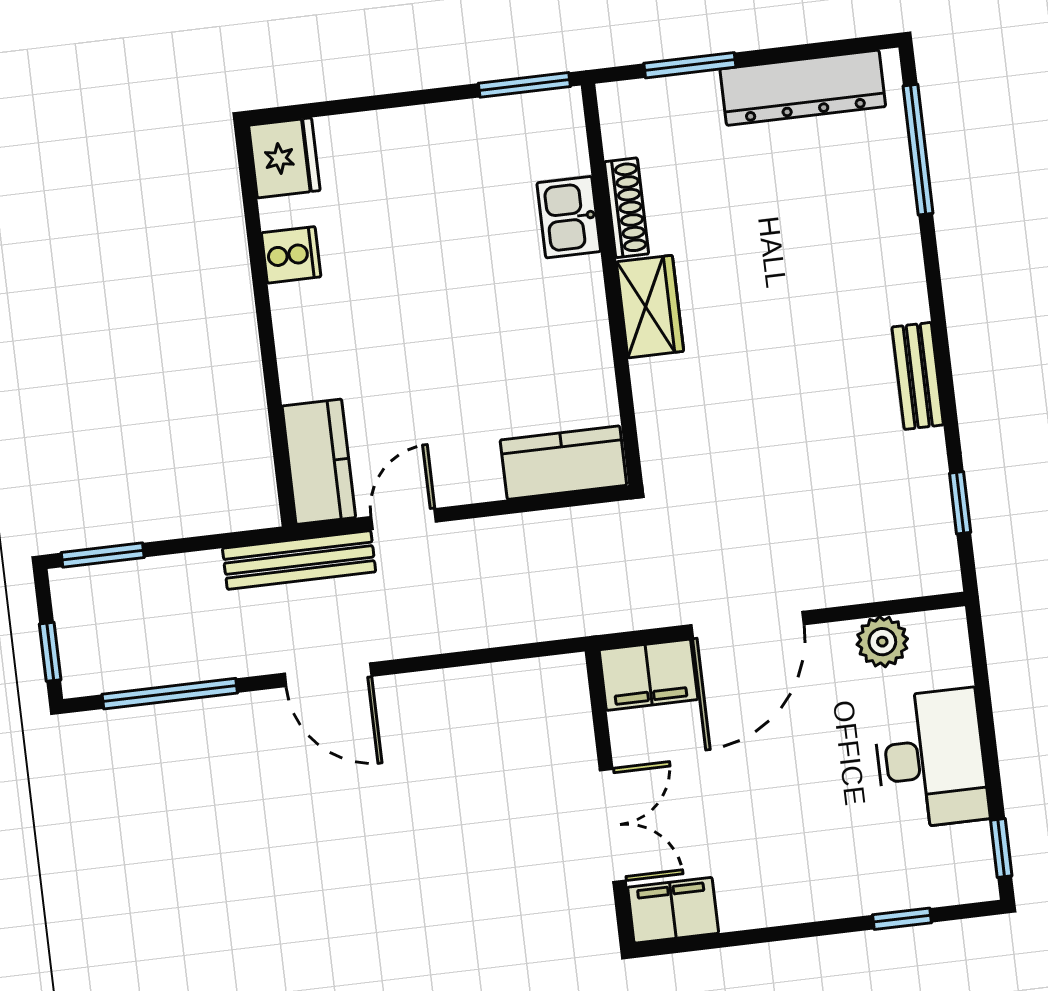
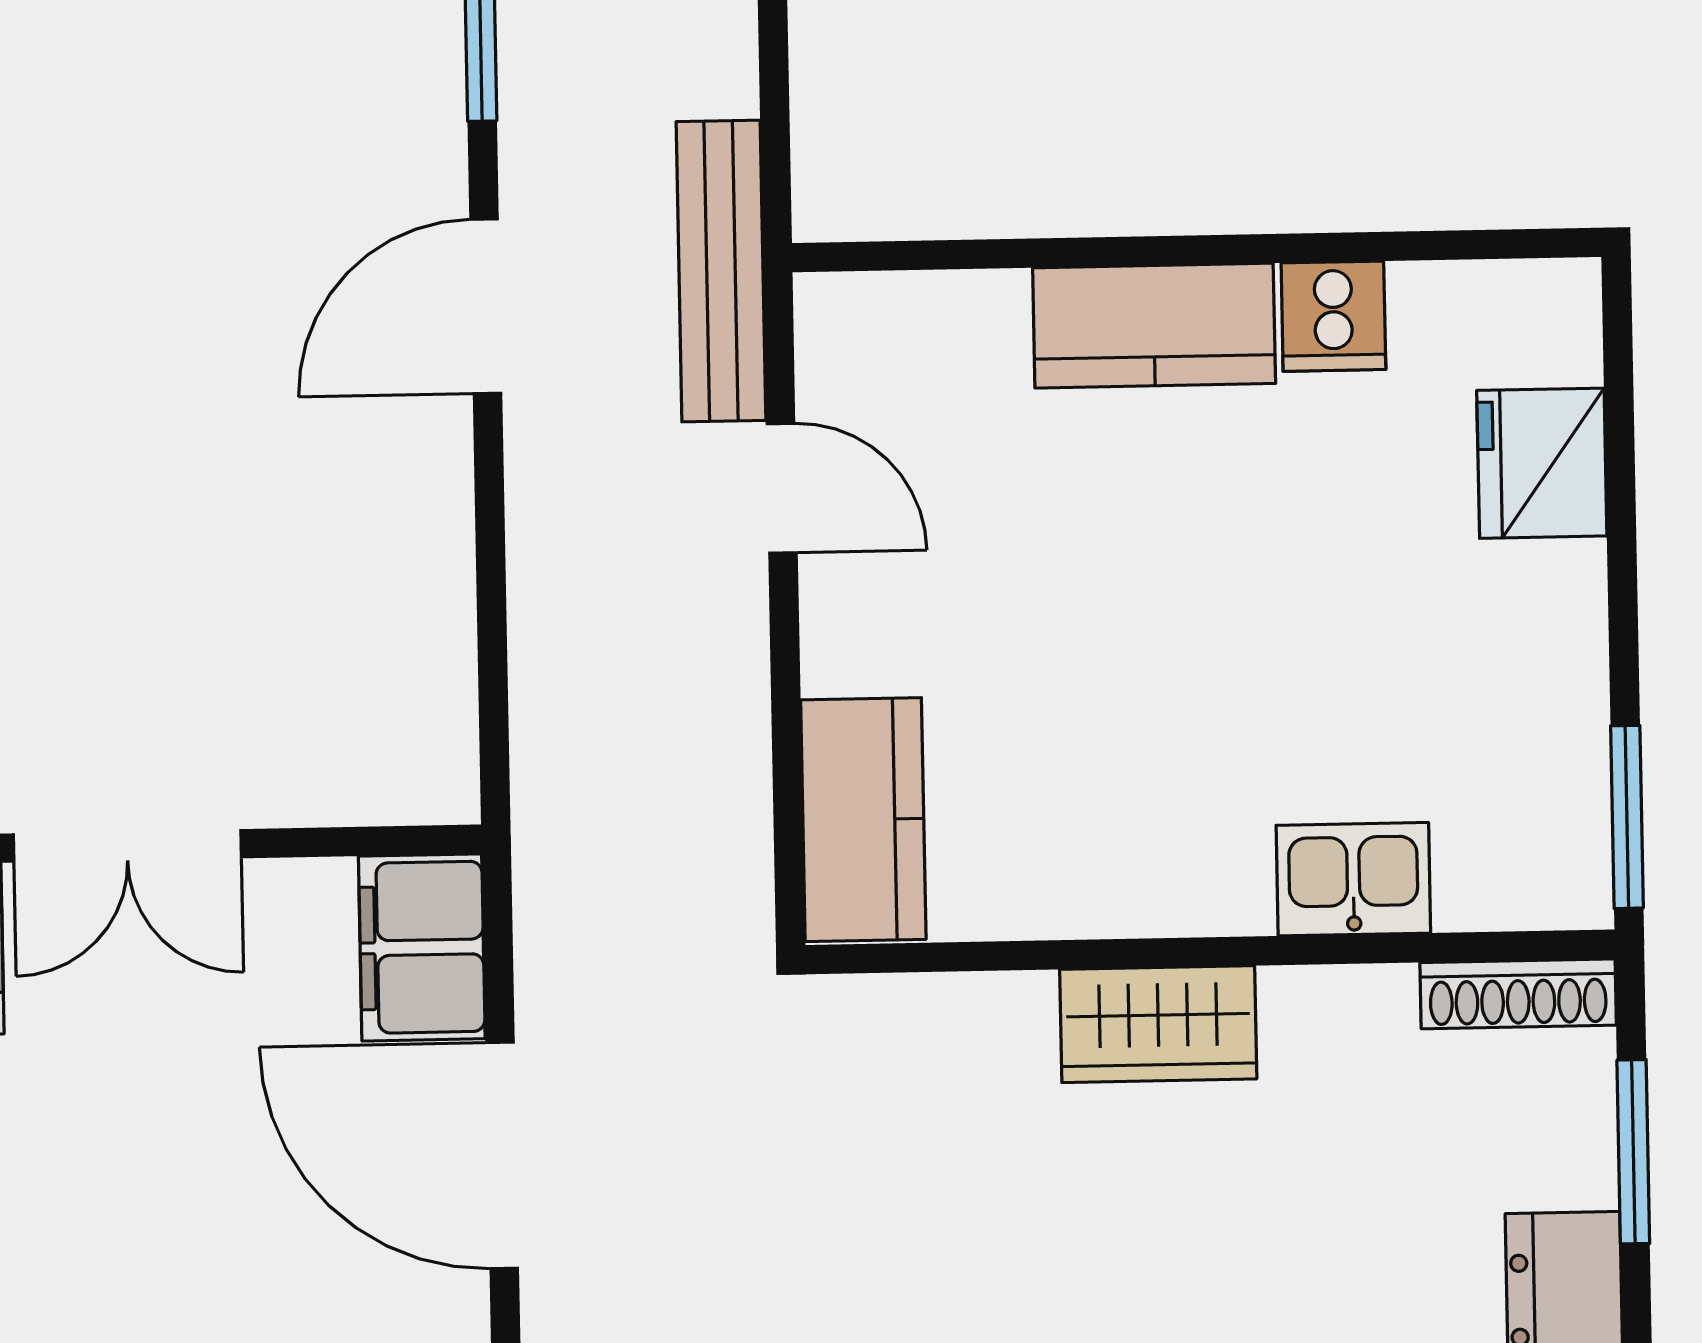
fridge: (284, 158) -> (1542, 463), moved, turned 90
shoe rack: (627, 208) -> (1518, 994), moved
kitchen counter: (319, 462) -> (1154, 326), moved

